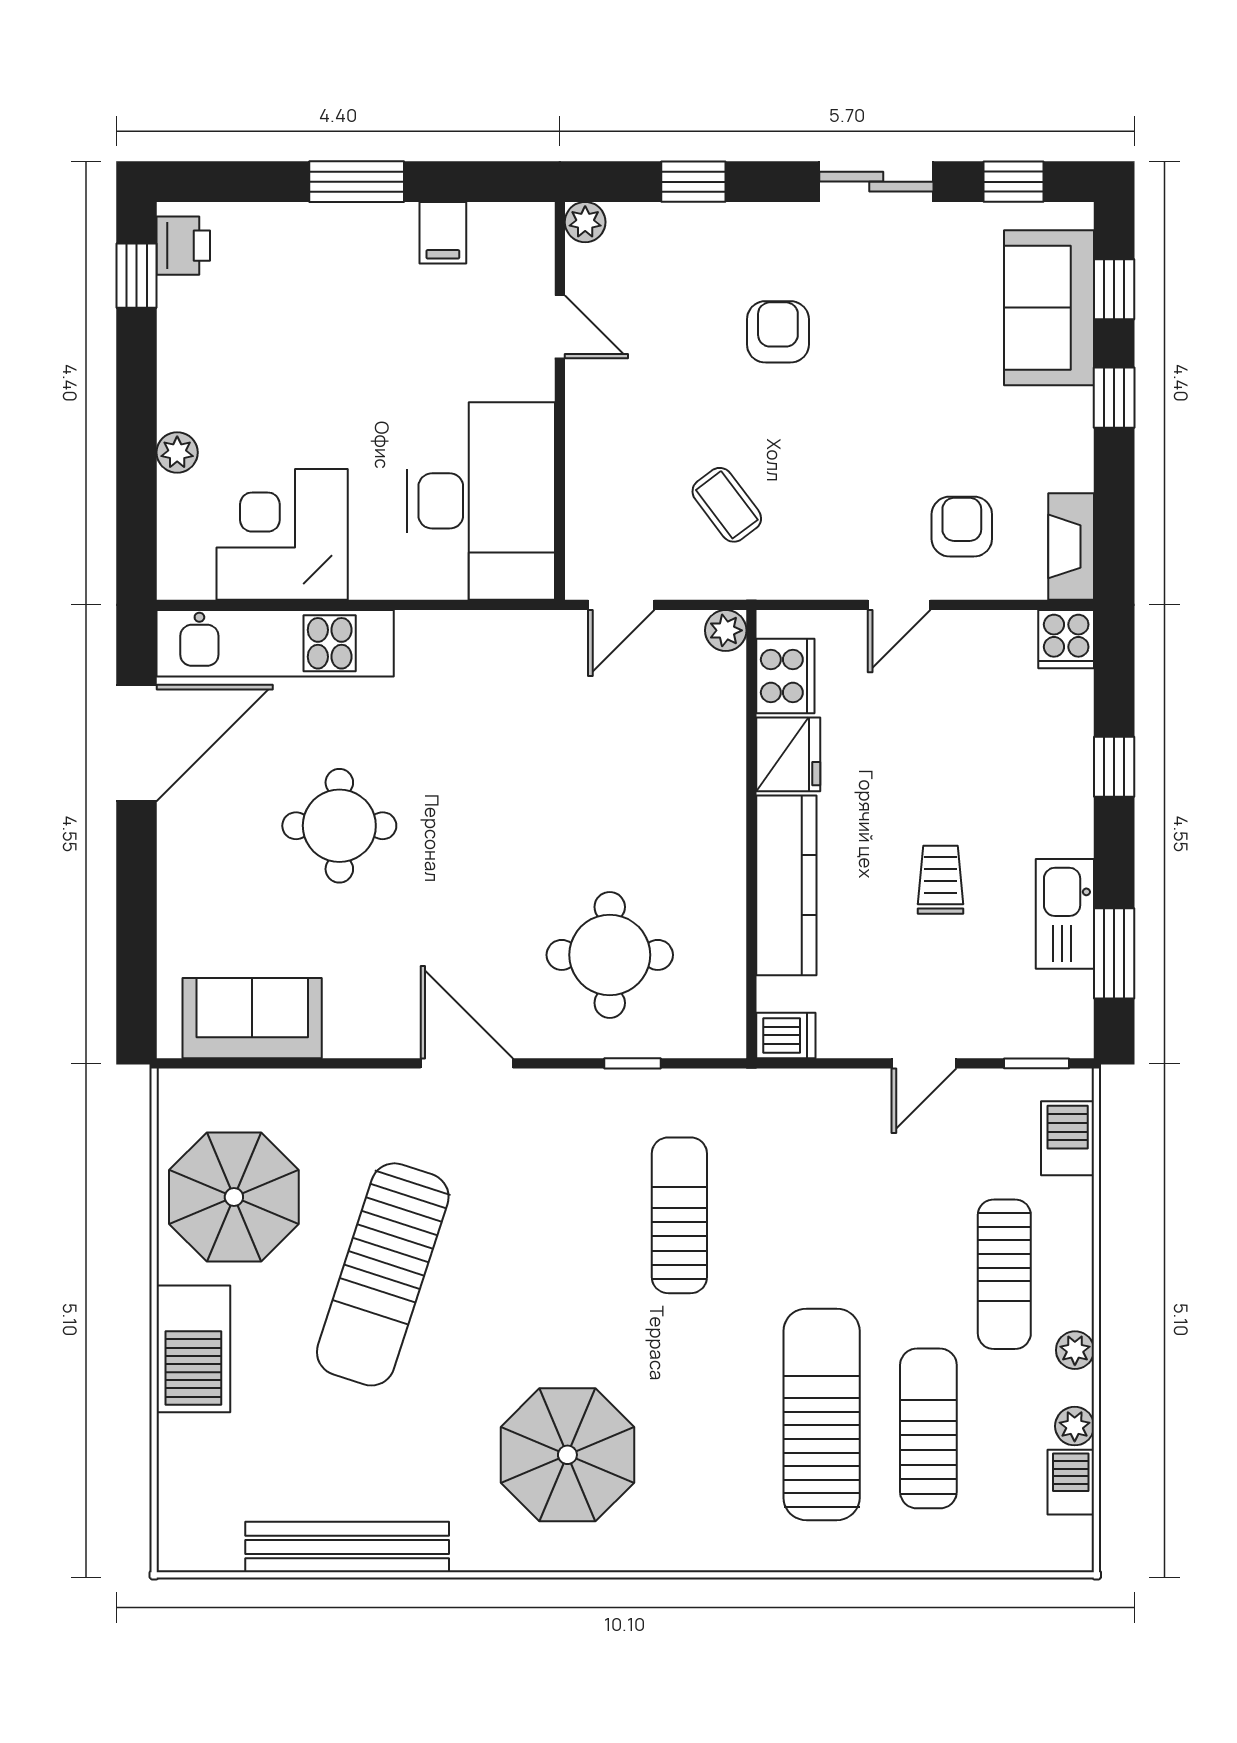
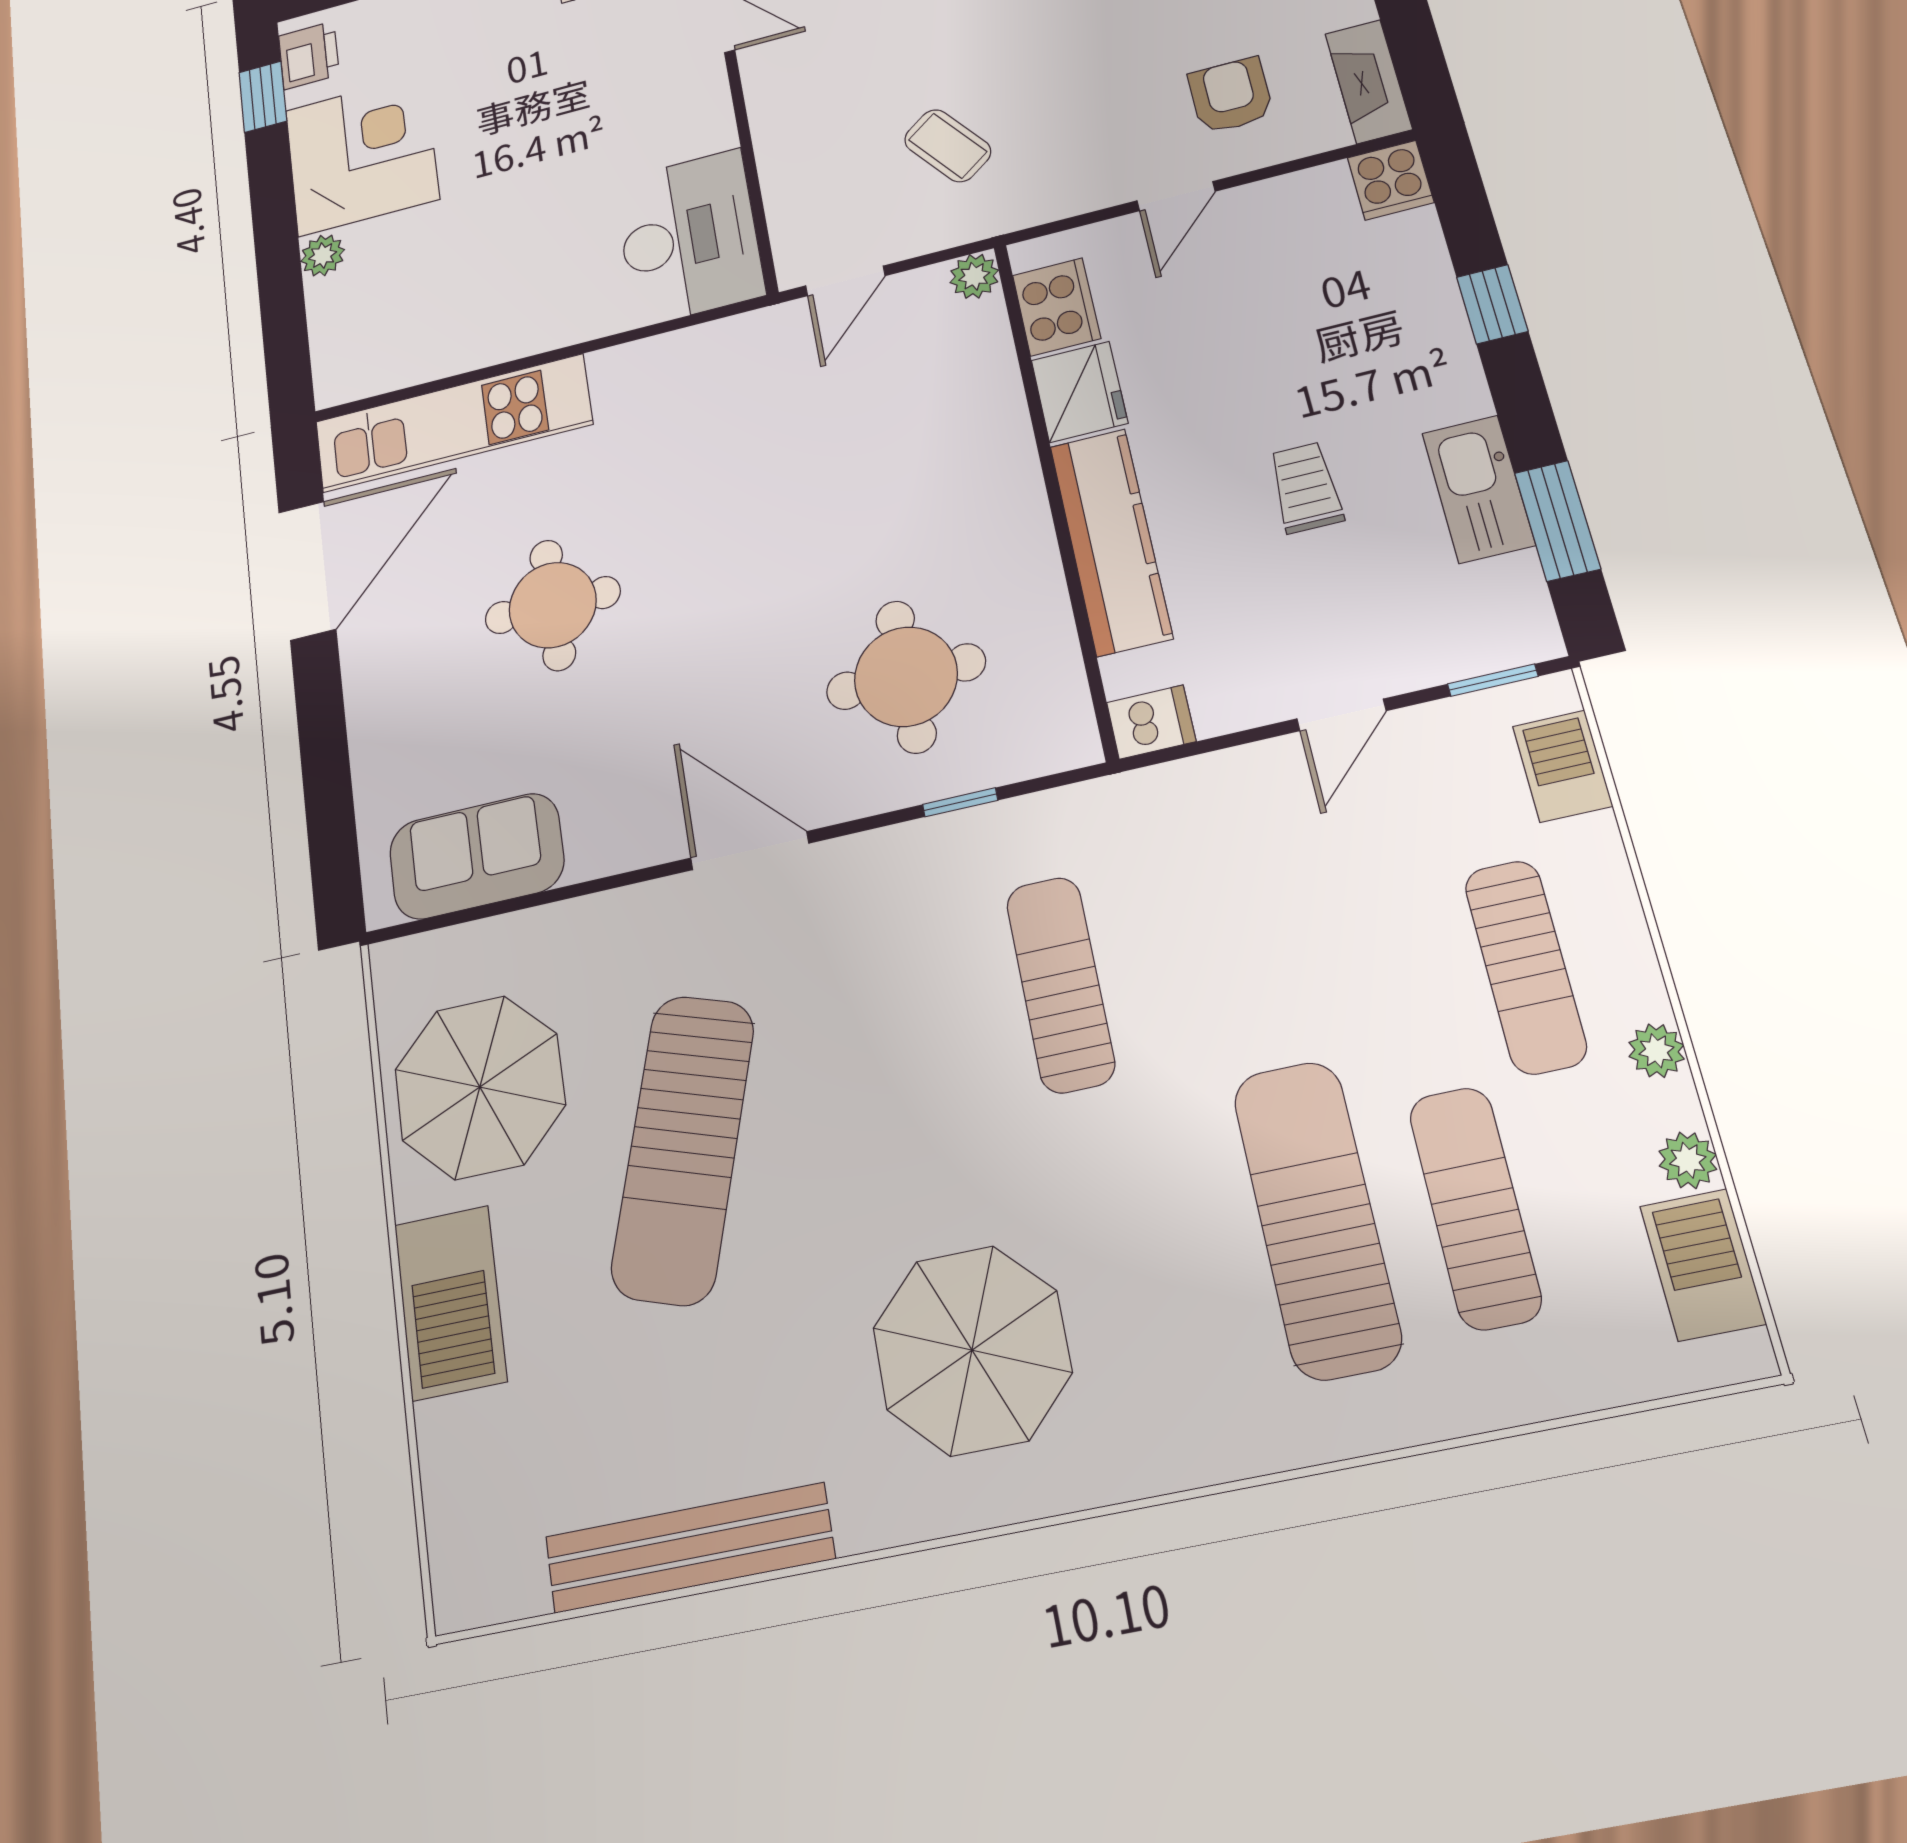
desk: (481, 501) -> (689, 237), width x0.73, depth x0.77
corner desk: (282, 534) -> (362, 155), moved, turned 90
barbecue: (1071, 1482) -> (1703, 1265), width x1.38, depth x1.27

